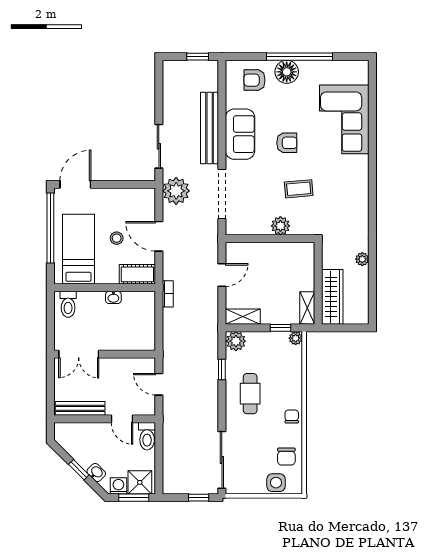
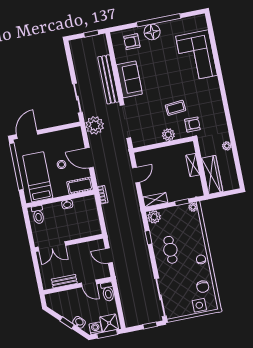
armchair: (287, 143) -> (192, 124), moved
shelving: (307, 308) -> (193, 165), moved
bench: (80, 408) -> (64, 281), width x0.73

